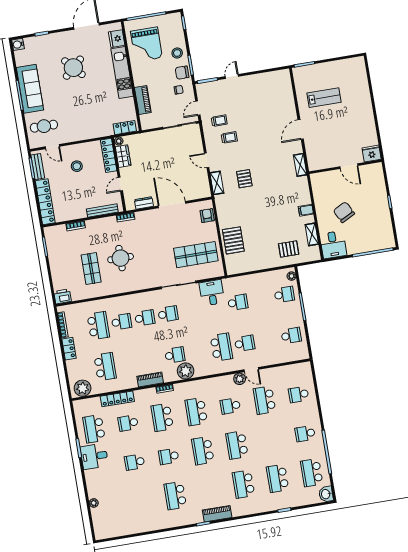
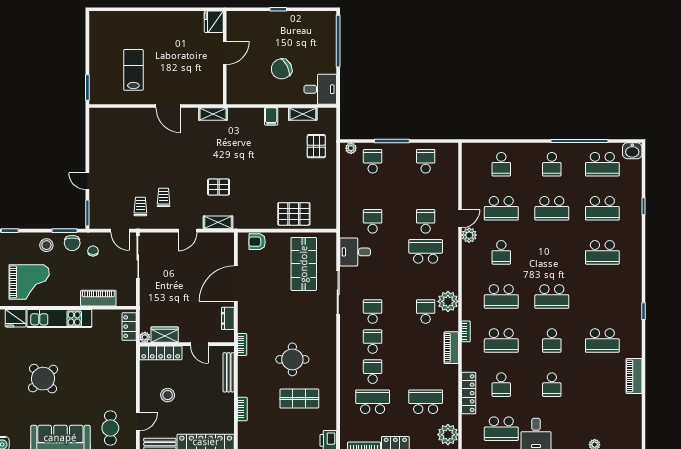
school desk: (237, 445) -> (552, 208), moved
piano: (217, 514) -> (634, 376), moved

